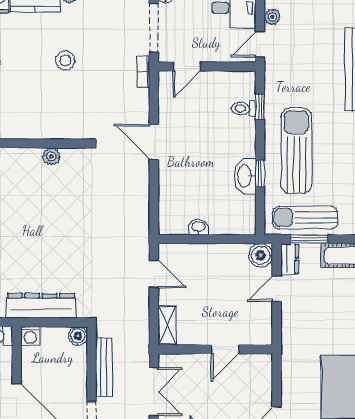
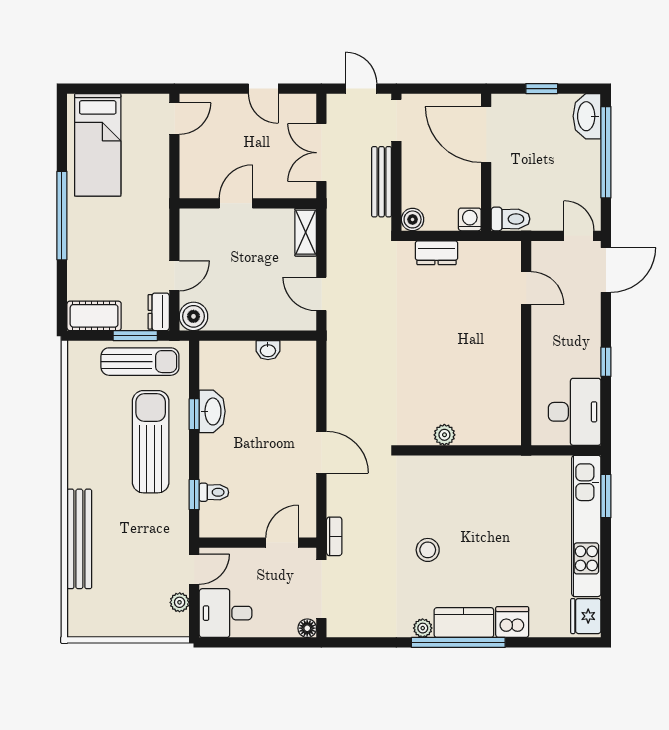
sun lounger: (296, 151) -> (151, 442), turned 180
dresser: (41, 306) -> (437, 253), width x0.51, depth x0.80

